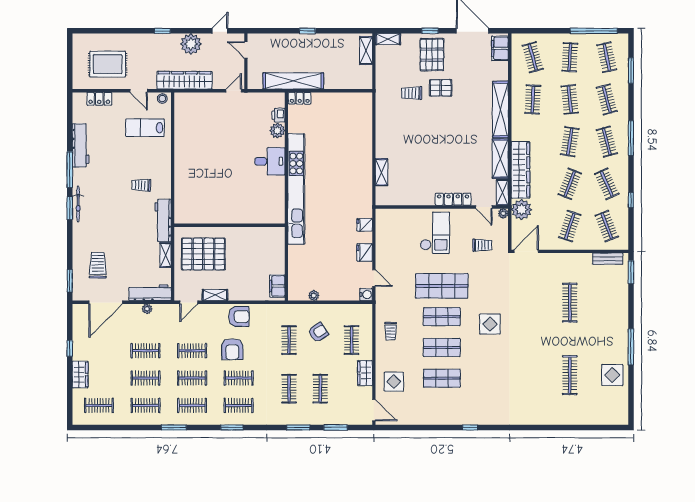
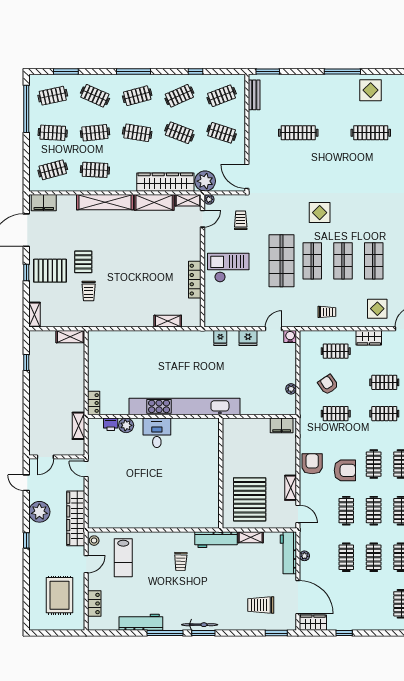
window: (307, 31) -> (26, 363), moved
shelving: (366, 50) -> (70, 337), moved
shelving: (293, 81) -> (78, 426), width x0.45, depth x0.75
clothes rail: (607, 99) -> (95, 96), turned 39
locker: (453, 199) -> (195, 280), moved
wardrobe: (80, 375) -> (313, 623), moved

